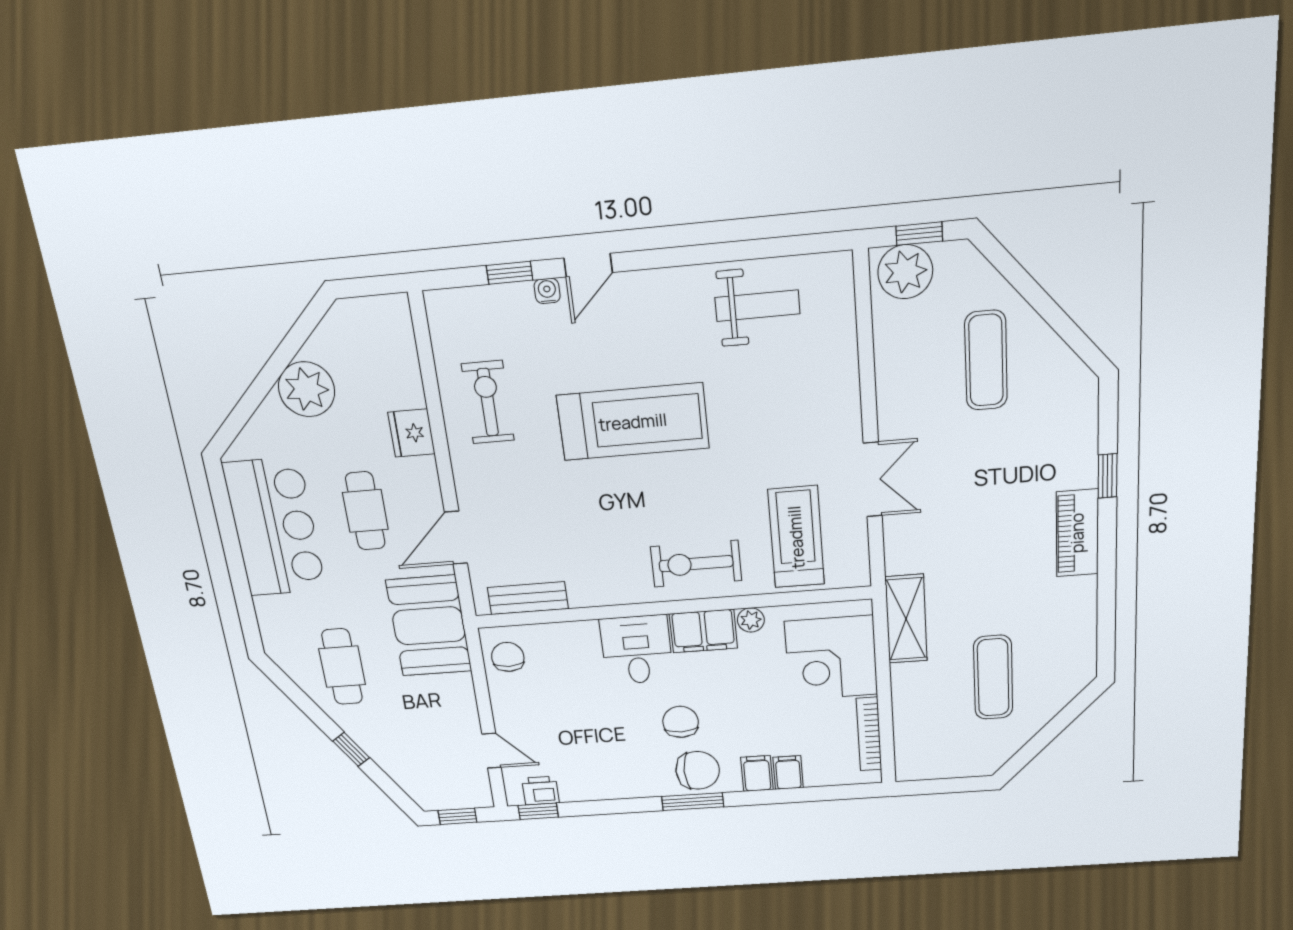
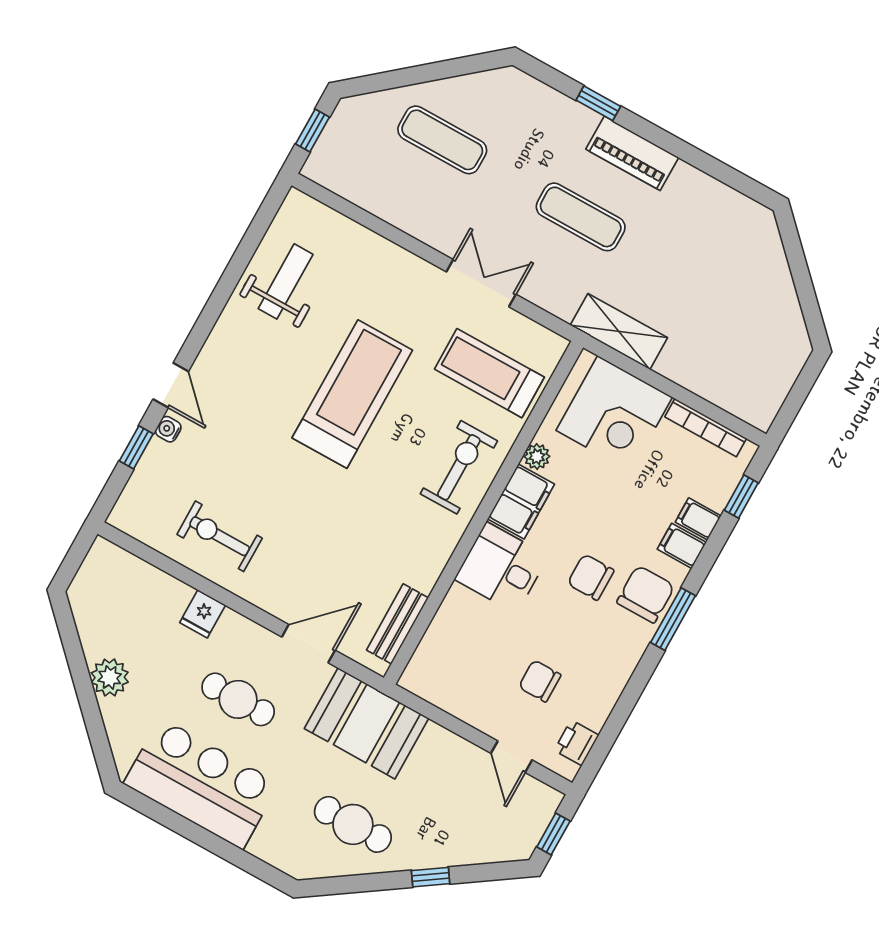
plant: (905, 272) -> (334, 158), removed
plant: (307, 389) -> (110, 677), width x0.73, depth x0.73
treadmill: (633, 422) -> (352, 394), moved
fridge: (411, 433) -> (203, 614), width x0.72
door: (456, 538) -> (308, 644), swing flipped
exercise bike: (696, 564) -> (459, 467), turned 180
chair: (508, 657) -> (540, 681), moved
exercise mat: (993, 677) -> (581, 217), moved
door: (492, 751) -> (512, 757), swing flipped
window: (538, 811) -> (741, 496), moved

